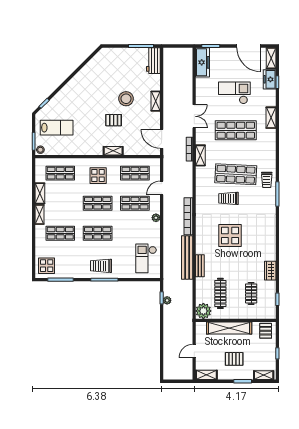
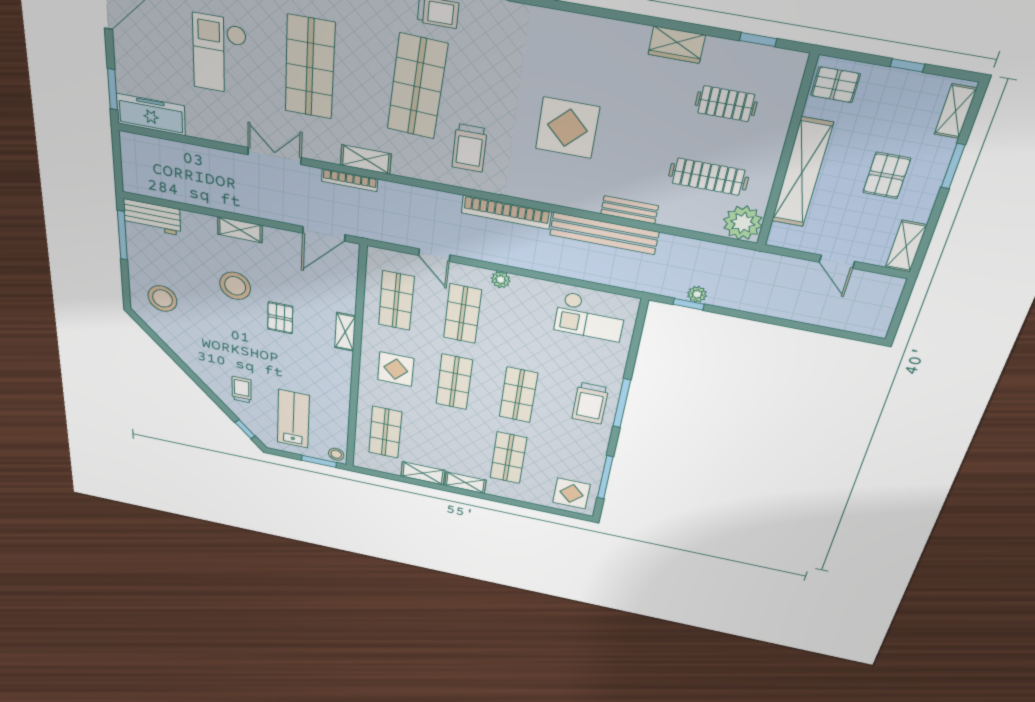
stool: (111, 64) -> (162, 299), added
trolley: (68, 102) -> (242, 390), added
trolley: (229, 198) -> (469, 148), moved

